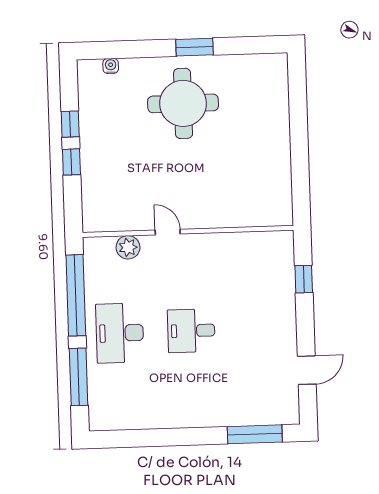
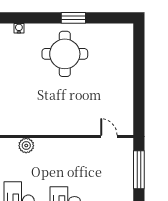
door: (168, 232) -> (109, 137), moved
window: (304, 279) -> (139, 170), width x2.17

